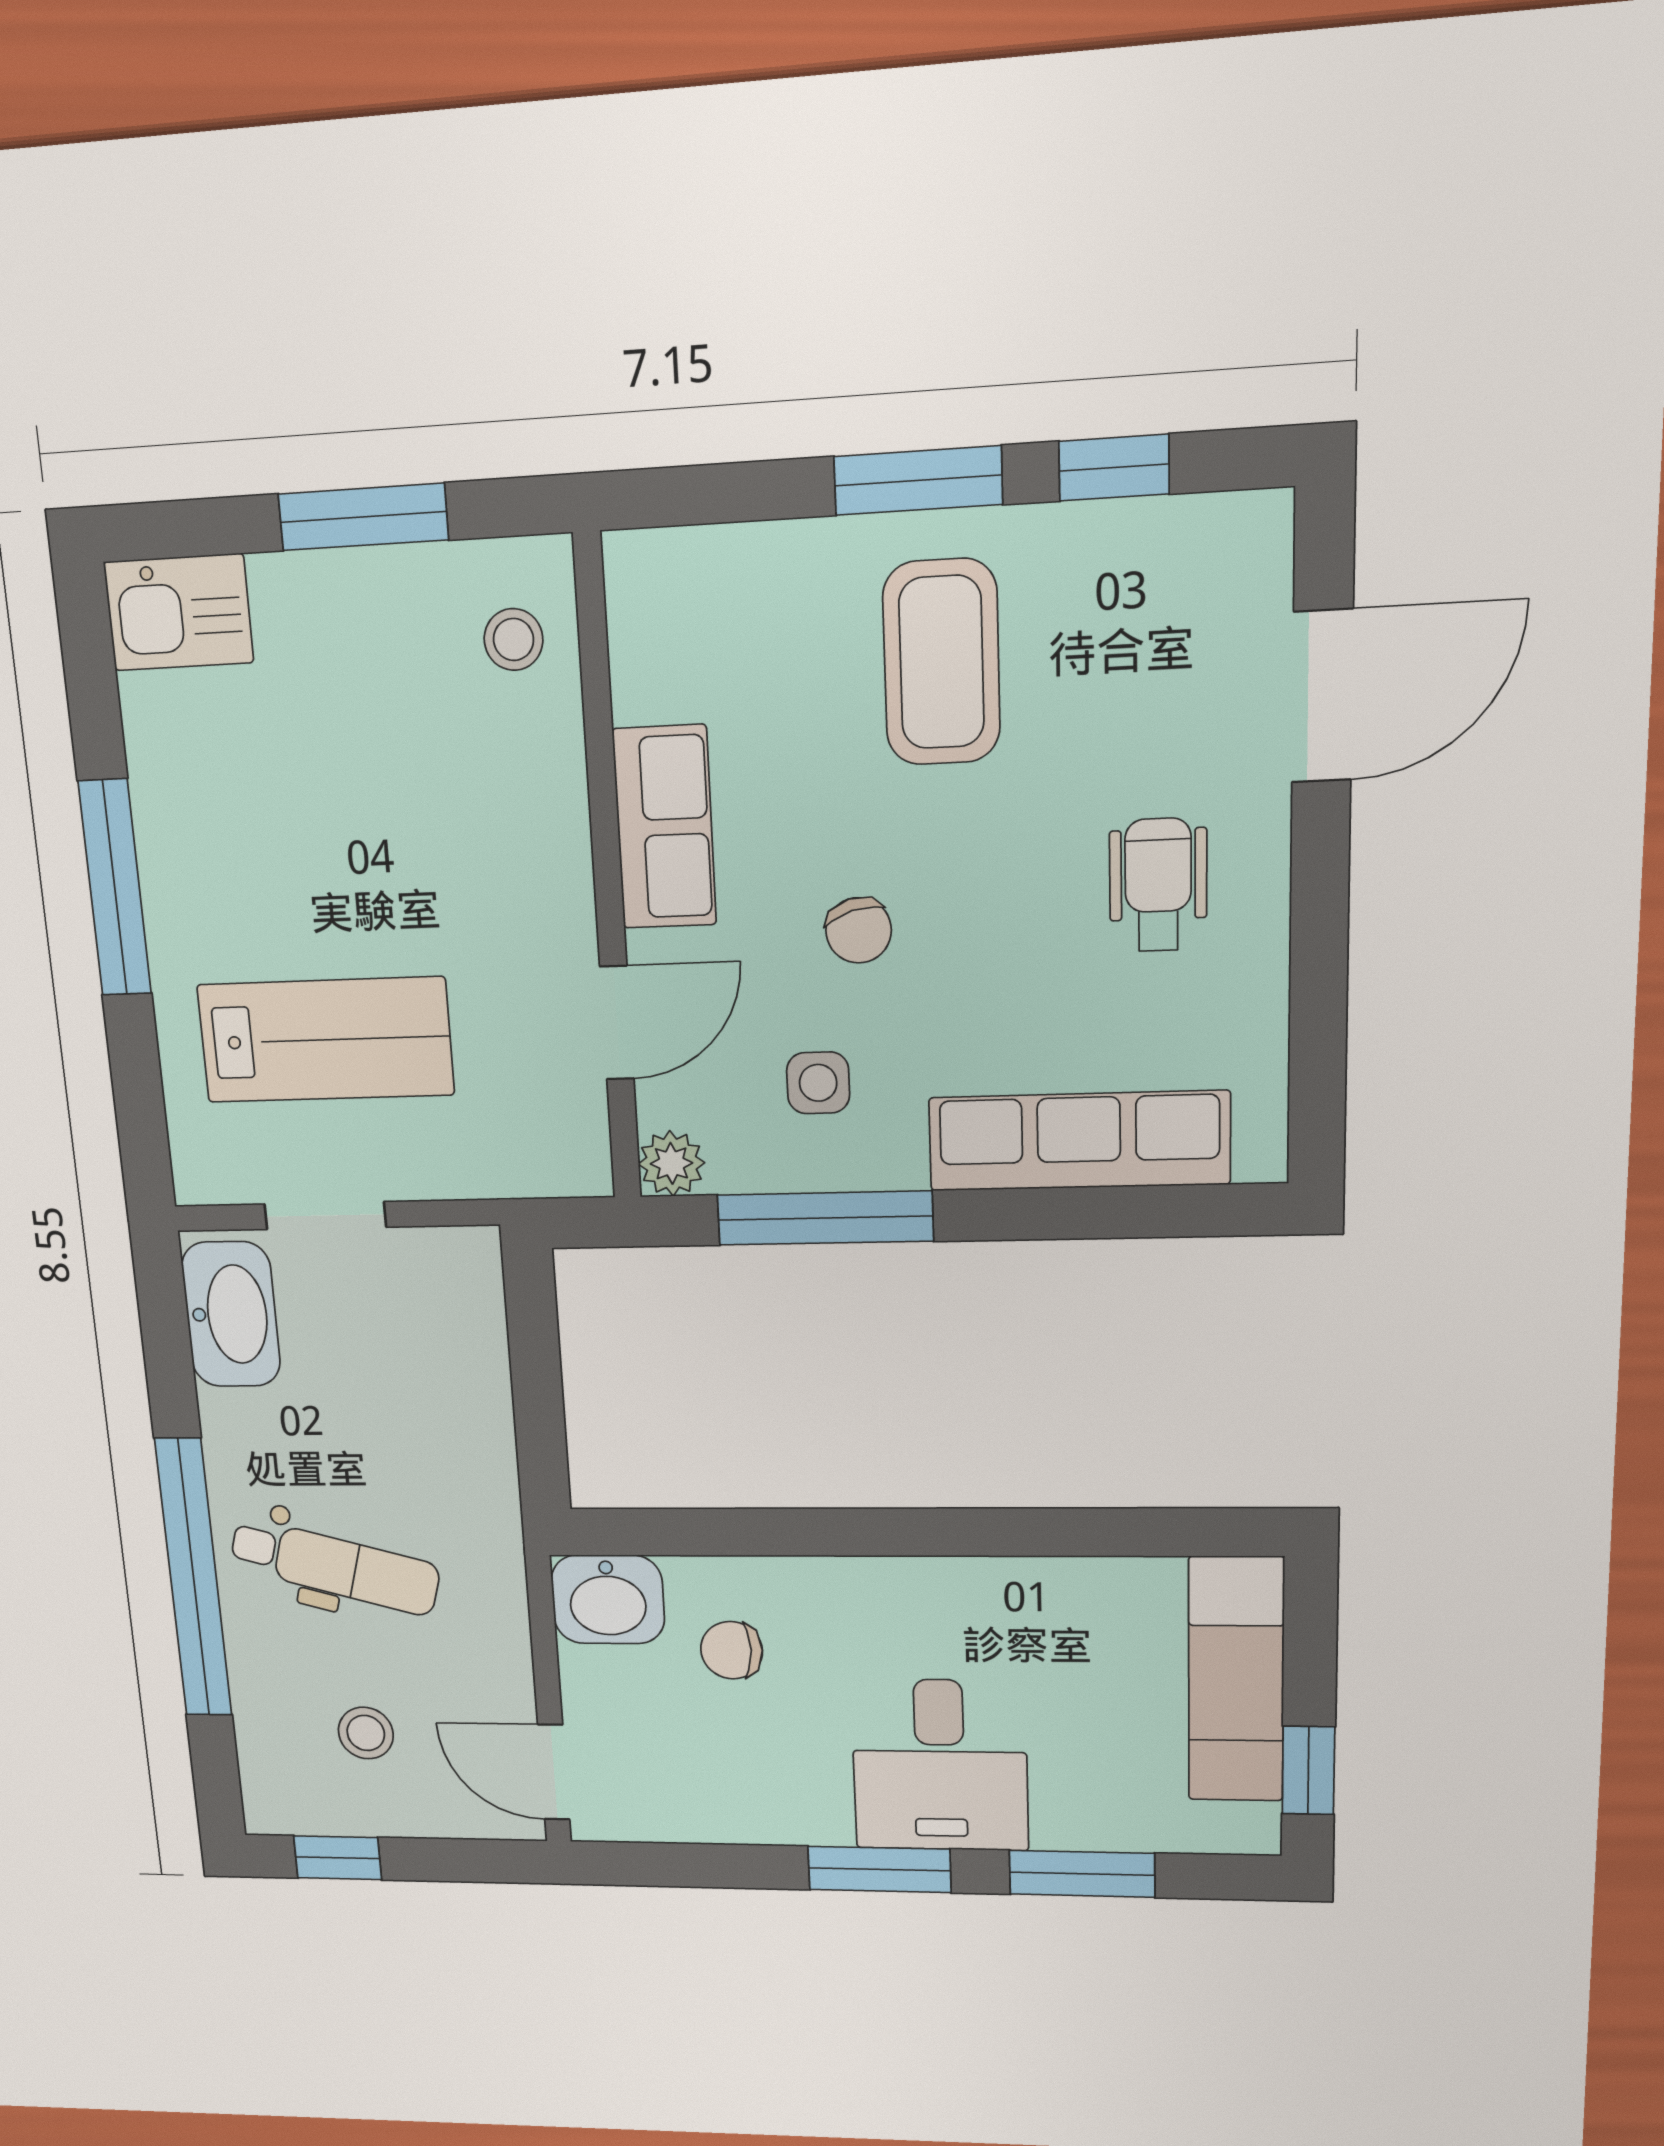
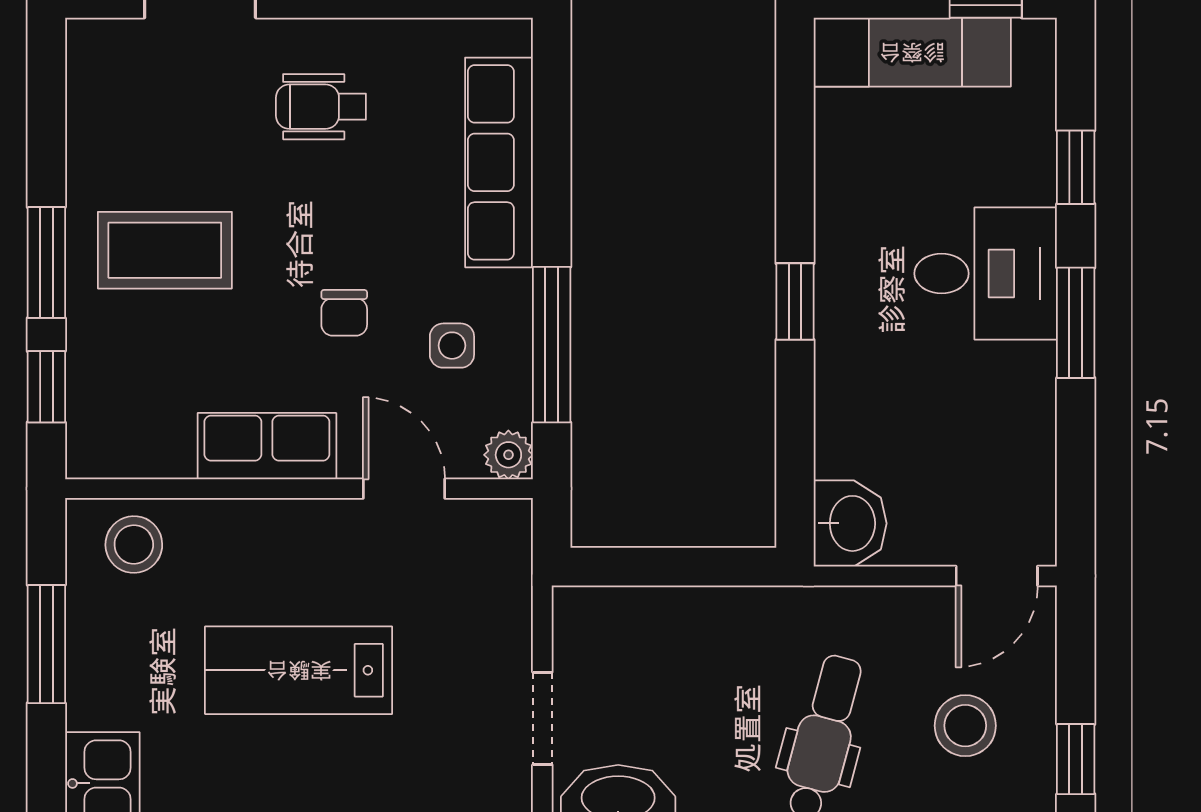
window: (1114, 468) -> (46, 387), moved
stool: (513, 639) -> (134, 544), width x1.37, depth x1.37
chair: (859, 930) -> (344, 313), turned 106
lab bench: (325, 1040) -> (299, 670), moved, turned -90
window: (895, 1532) -> (795, 302), added
chair: (732, 1650) -> (892, 430), removed
stool: (366, 1733) -> (965, 726), width x1.37, depth x1.37
window: (1082, 1874) -> (1076, 167), width x0.67

